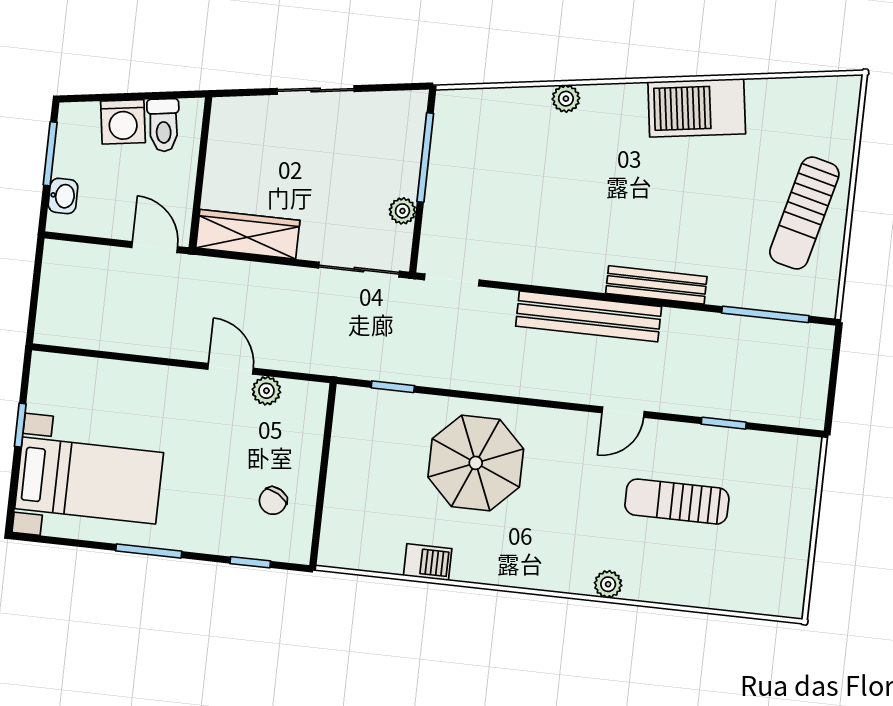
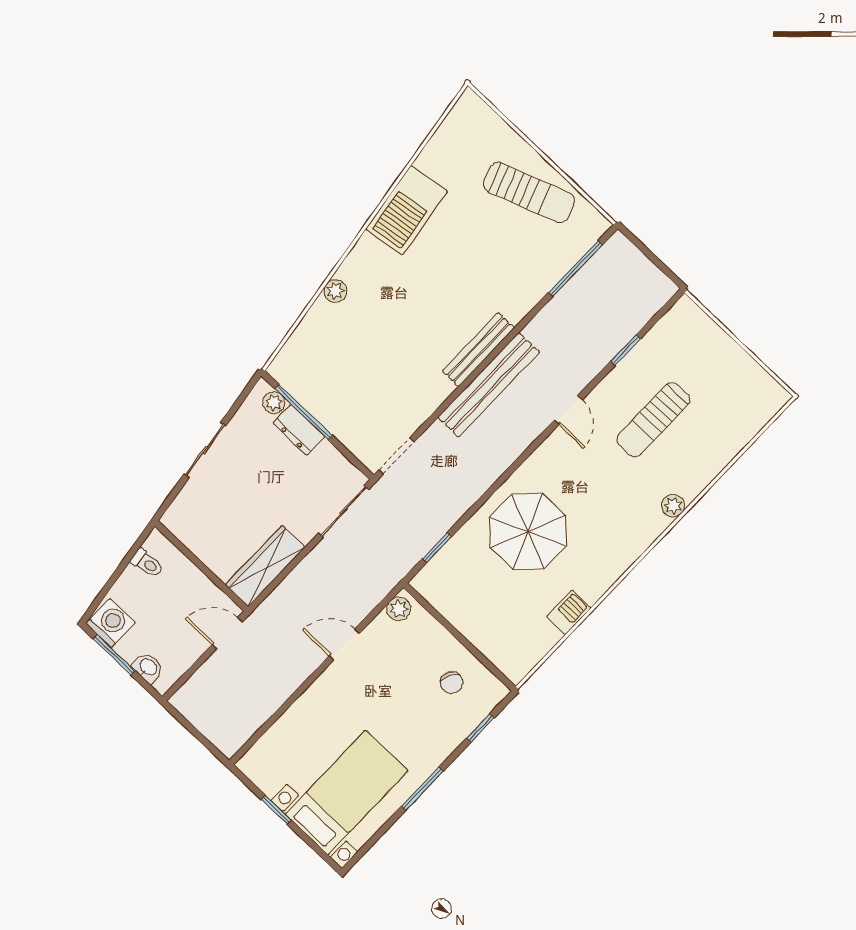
washing machine: (123, 122) -> (111, 623), moved, turned -82
toilet: (163, 125) -> (147, 563), width x0.73, depth x0.72
dresser: (404, 166) -> (299, 430), added
plant: (402, 211) -> (274, 403), moved
sun lounger: (804, 213) -> (529, 193), turned -34
bench: (656, 285) -> (478, 350), moved
plant: (266, 391) -> (399, 609), moved

